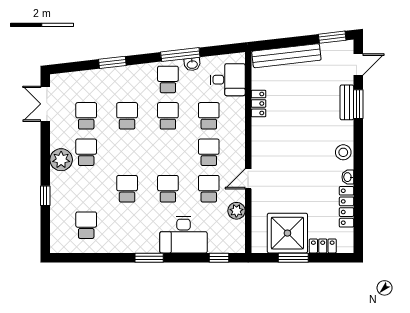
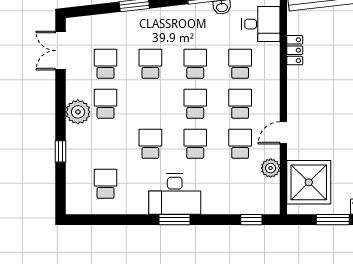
school desk: (168, 79) -> (195, 104), moved
shower: (287, 233) -> (309, 182), moved
desk: (183, 235) -> (175, 194), moved

